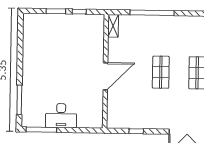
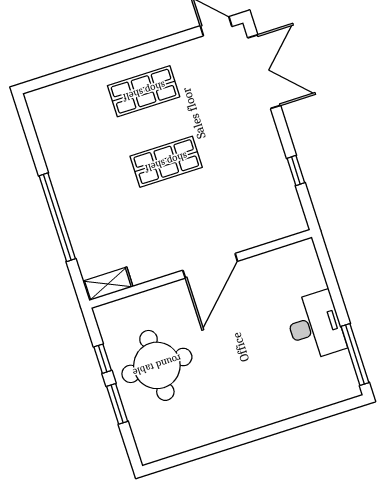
round table: (67, 36) -> (157, 365), added
door: (105, 76) -> (210, 266), swing flipped
window: (19, 100) -> (312, 417), removed

